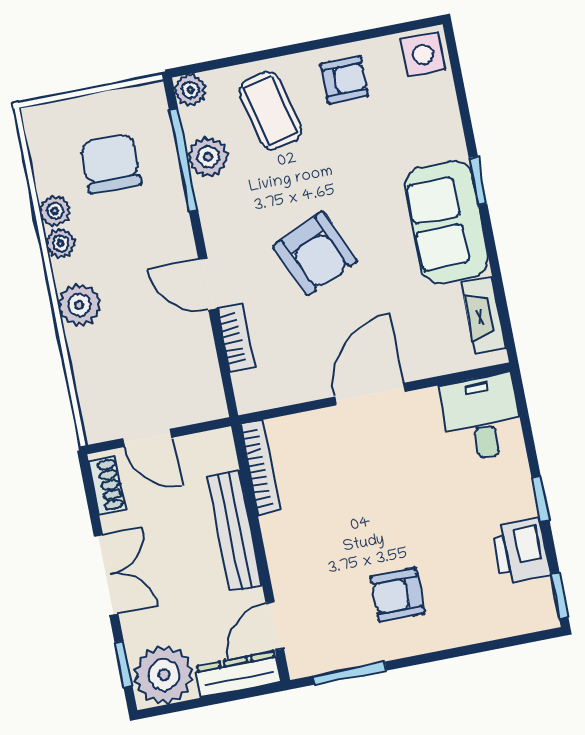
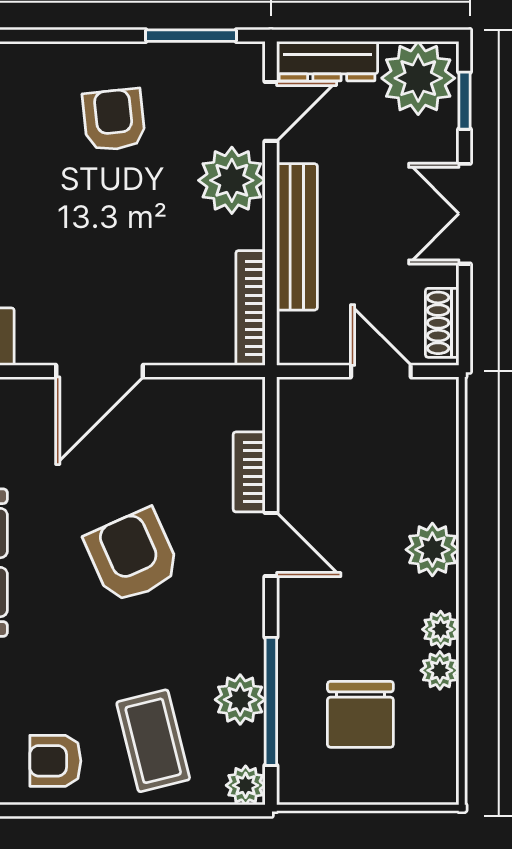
plant: (295, 565) -> (232, 180), added
armchair: (397, 595) -> (114, 120), turned -96

